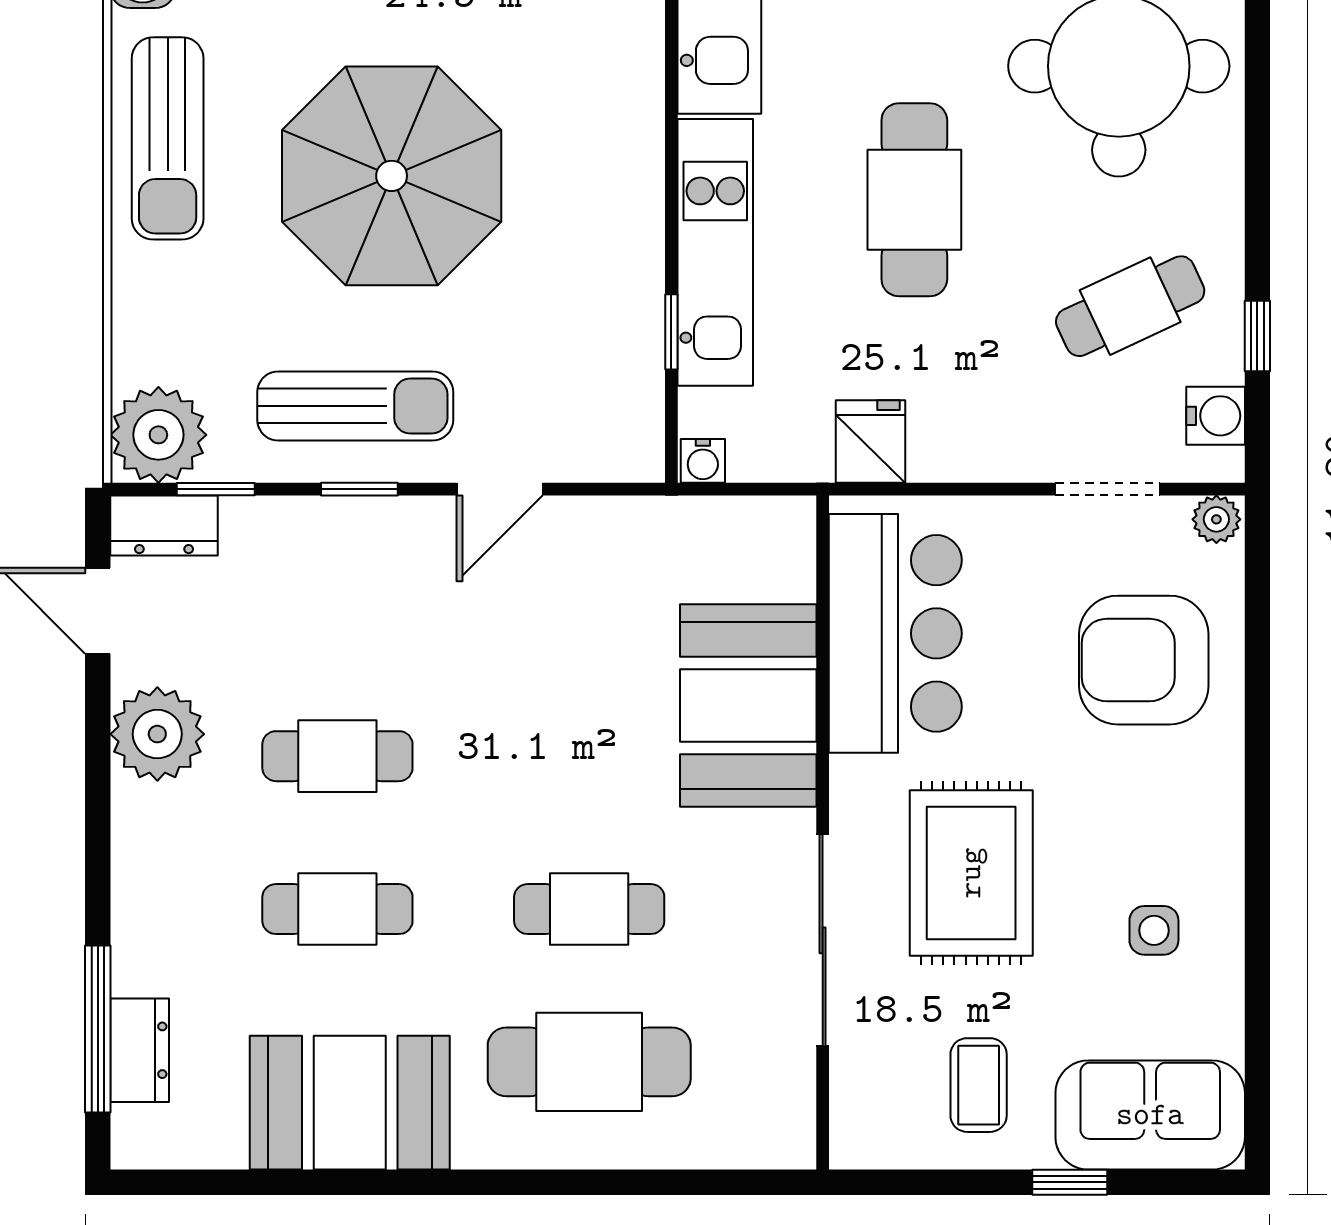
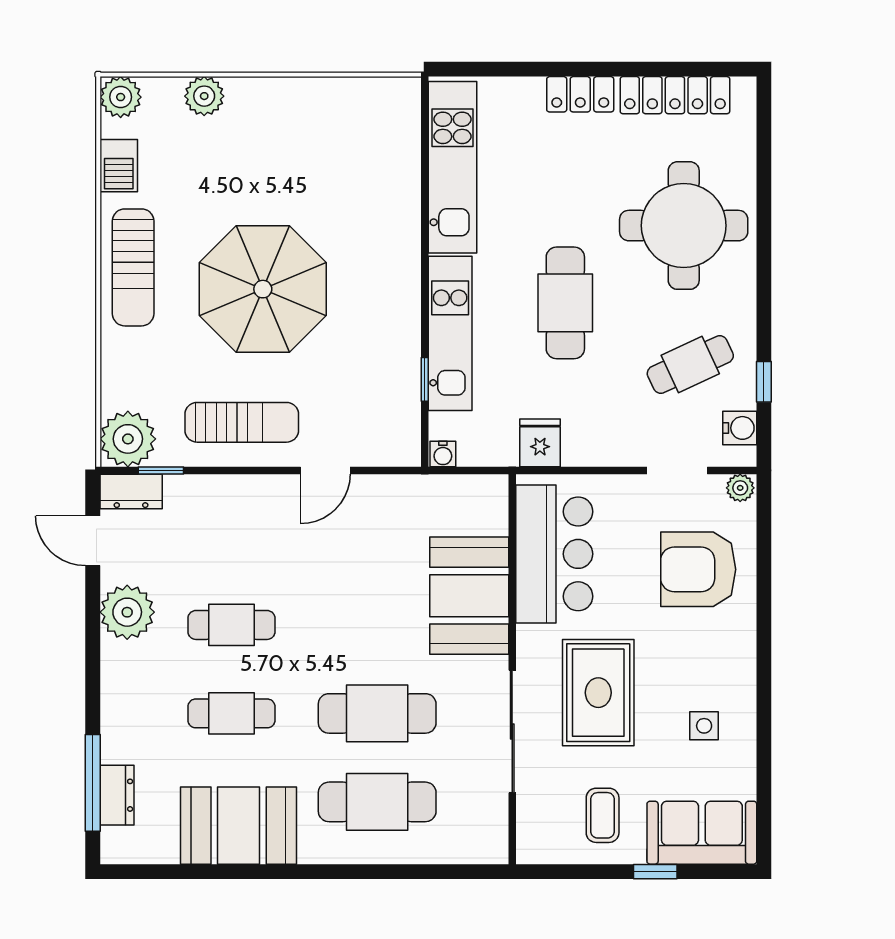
window: (359, 489) -> (244, 470), removed
cafe table: (589, 909) -> (377, 713), width x1.37, depth x1.35

